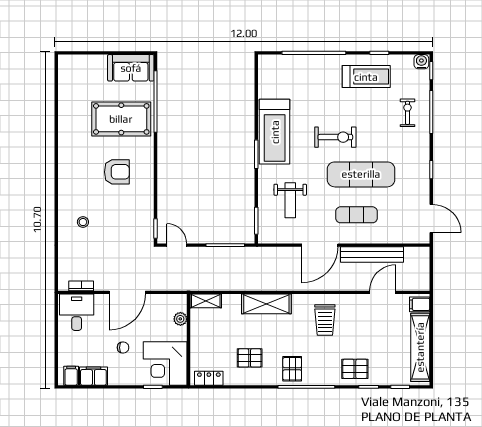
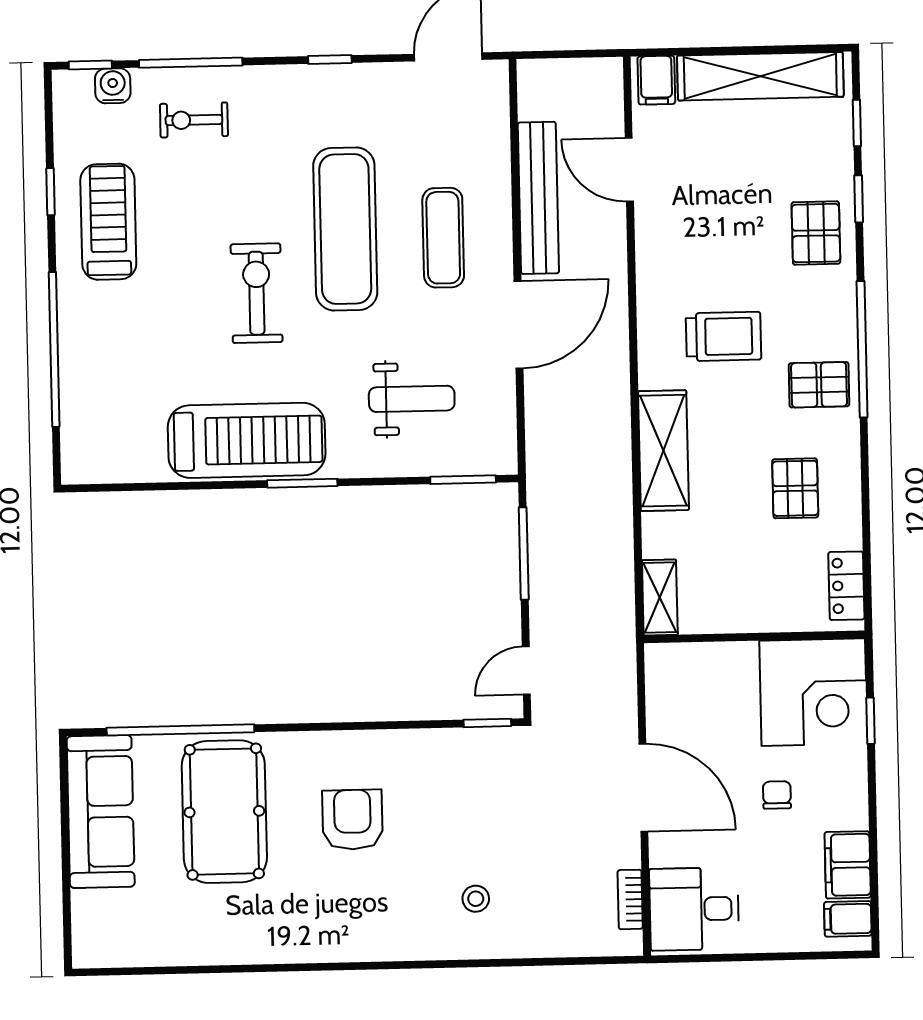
water cooler: (421, 62) -> (113, 86), moved, turned 90
sofa: (131, 68) -> (101, 812), width x1.36
door: (320, 245) -> (518, 325), hinge flipped
plant: (180, 319) -> (705, 658), removed
trolley: (325, 320) -> (723, 336), moved

